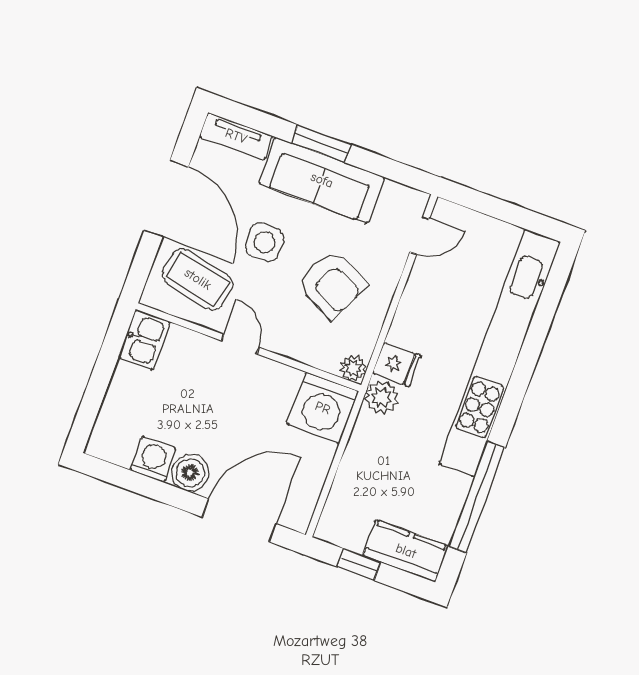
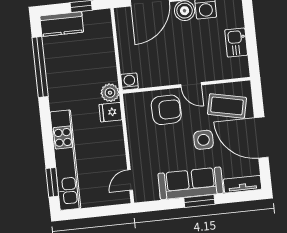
armchair: (332, 284) -> (166, 110), moved, turned 153
window: (551, 295) -> (52, 182), added
kitchen sink: (144, 340) -> (236, 43), moved
kitchen unit: (500, 353) -> (65, 160), width x0.73
plant: (353, 368) -> (131, 100), removed
washing machine: (323, 408) -> (129, 81), width x0.53, depth x0.53

